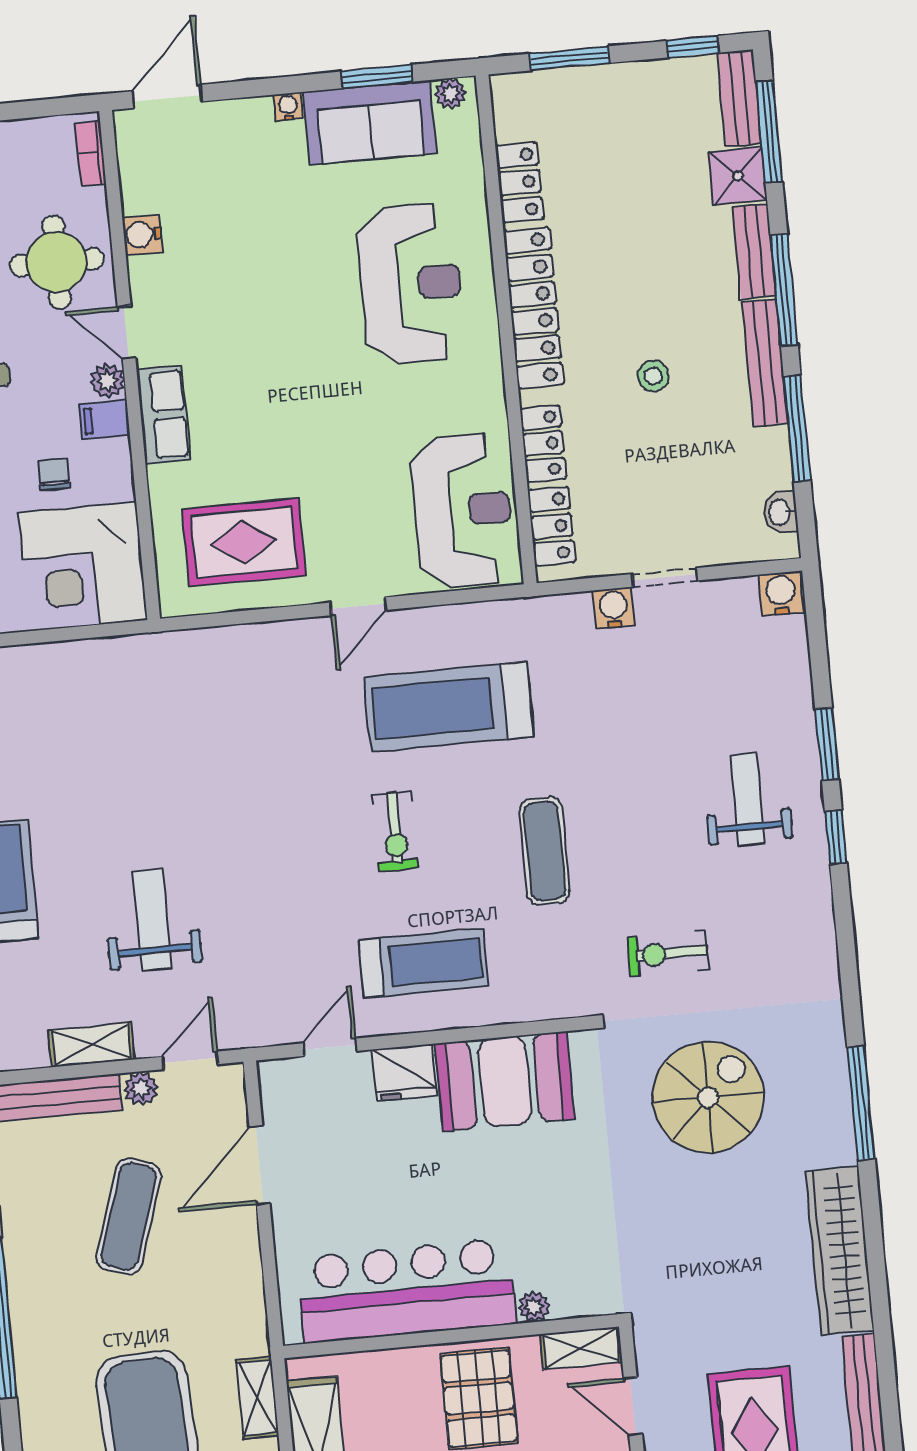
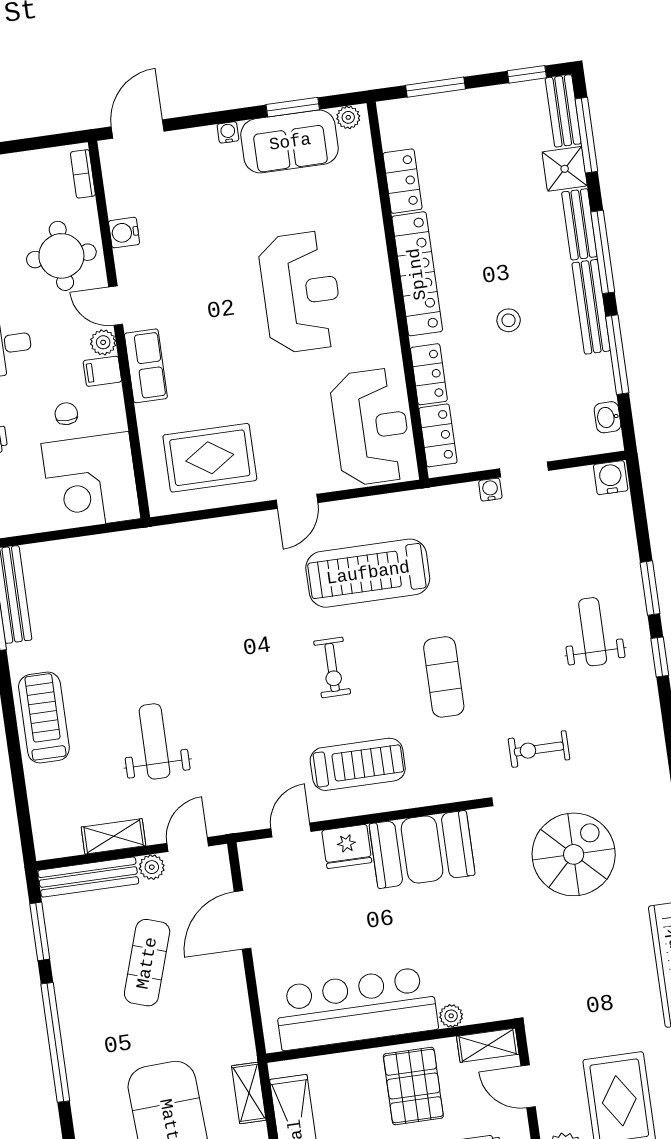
reception desk: (411, 284) -> (301, 292), moved
water cooler: (614, 608) -> (490, 490), width x0.72, depth x0.72

